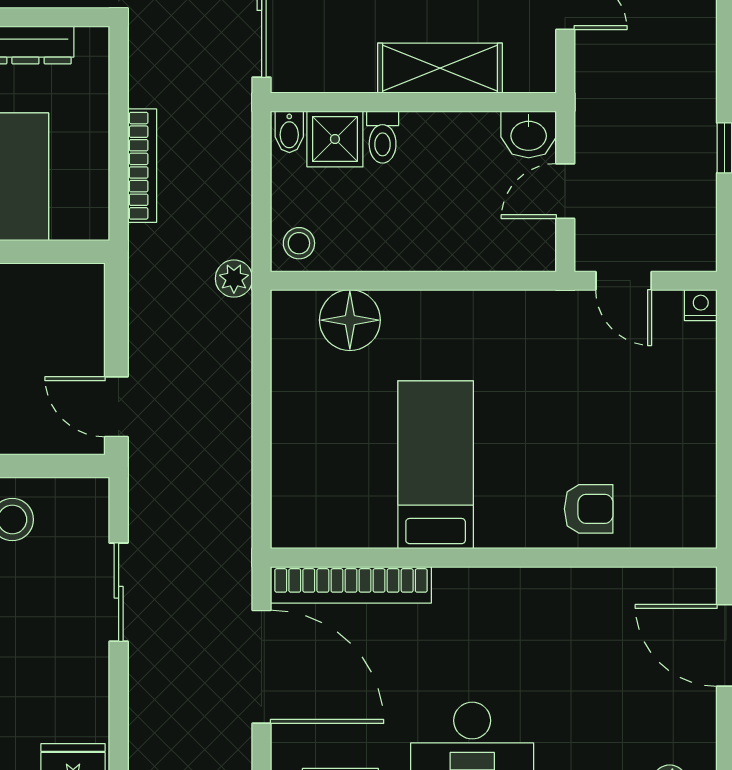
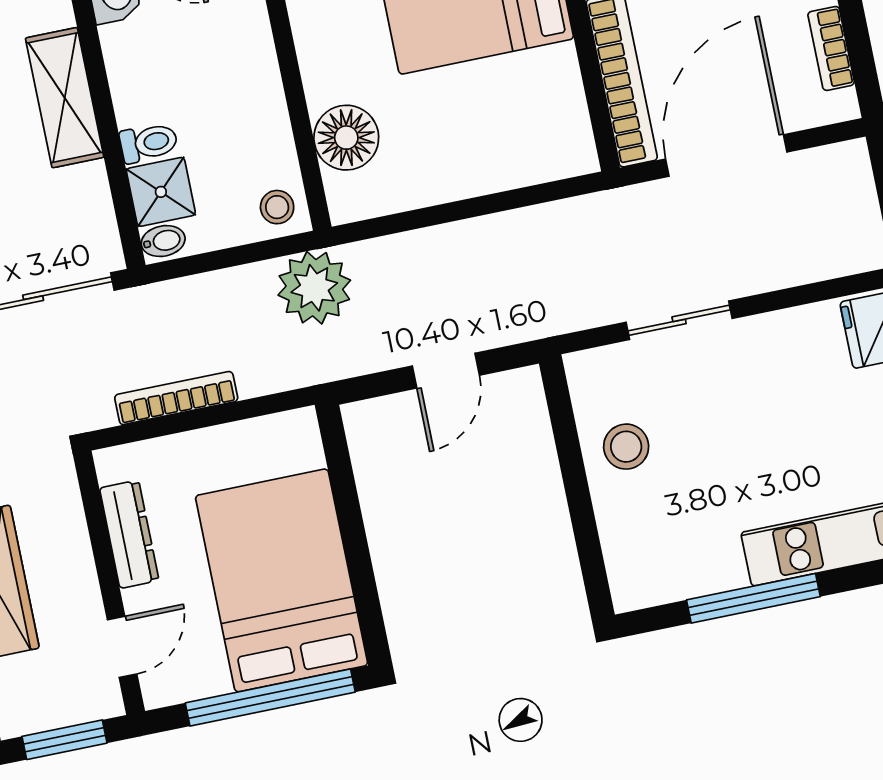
bookcase: (142, 166) -> (176, 398), moved
plant: (234, 279) -> (314, 288), width x1.87, depth x1.87
door: (116, 407) -> (446, 371), moved

